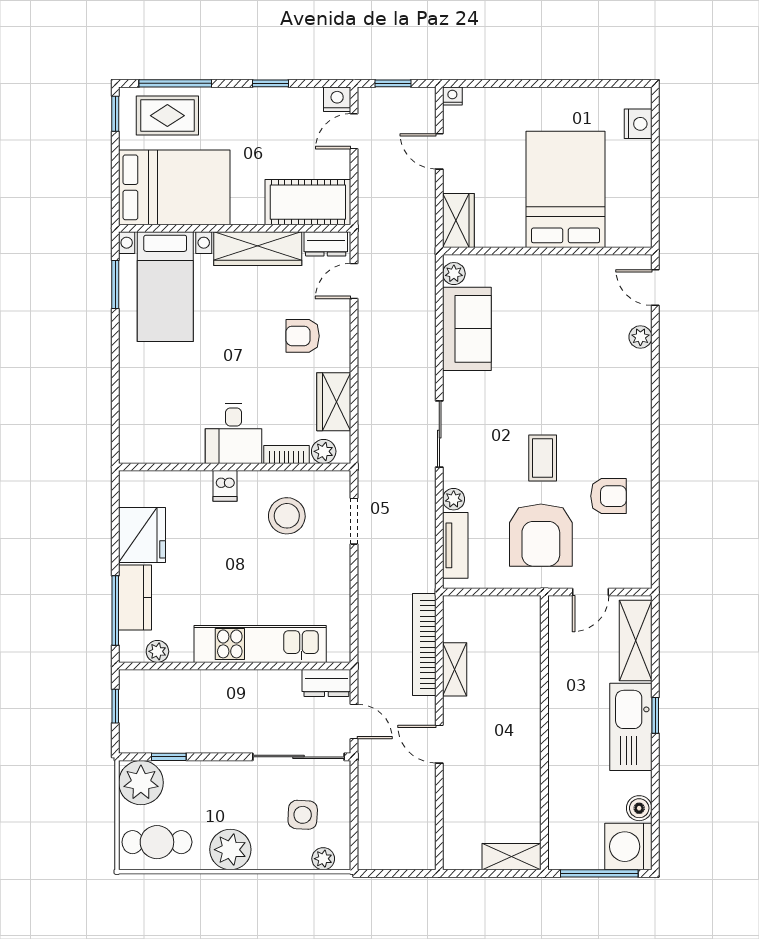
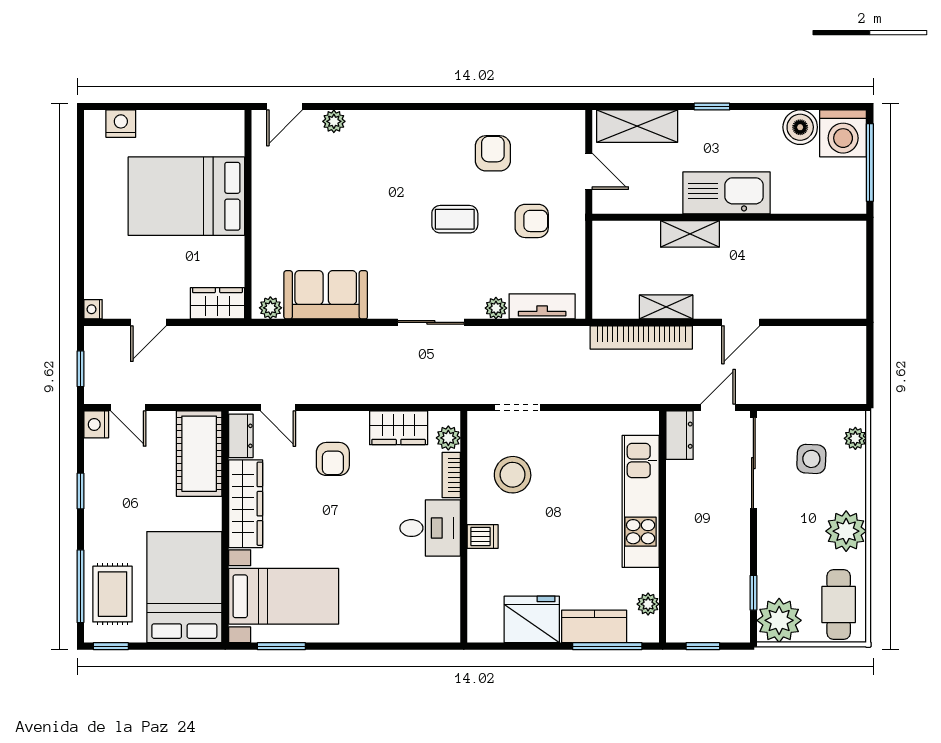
armchair: (541, 535) -> (532, 221), width x0.53, depth x0.53
kitchen sink: (631, 727) -> (727, 193), moved, turned 180
boiler: (639, 808) -> (800, 127), width x1.36, depth x1.36
shelving: (512, 857) -> (690, 234), moved, turned 90

